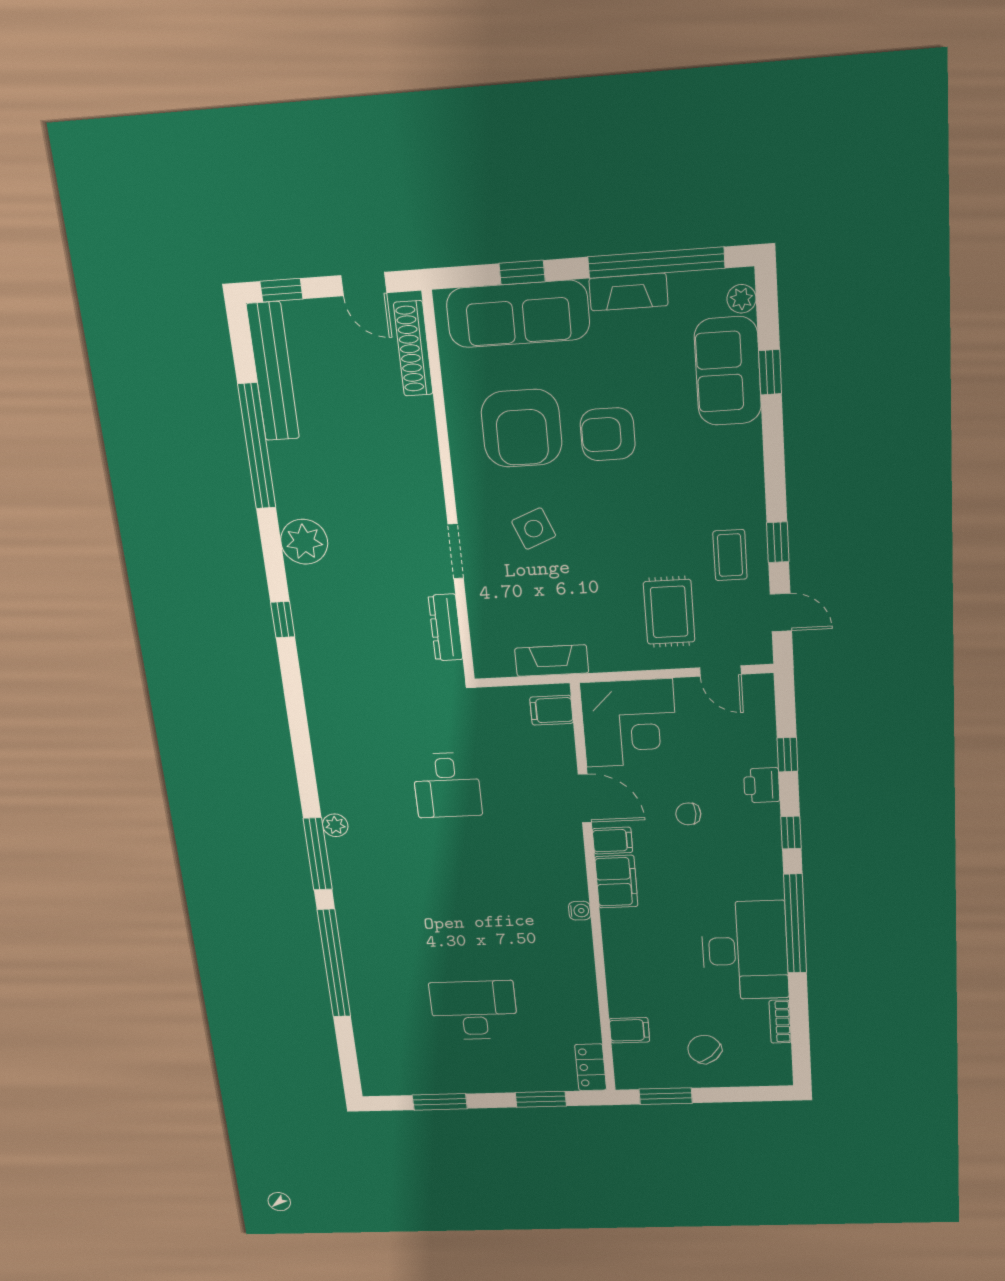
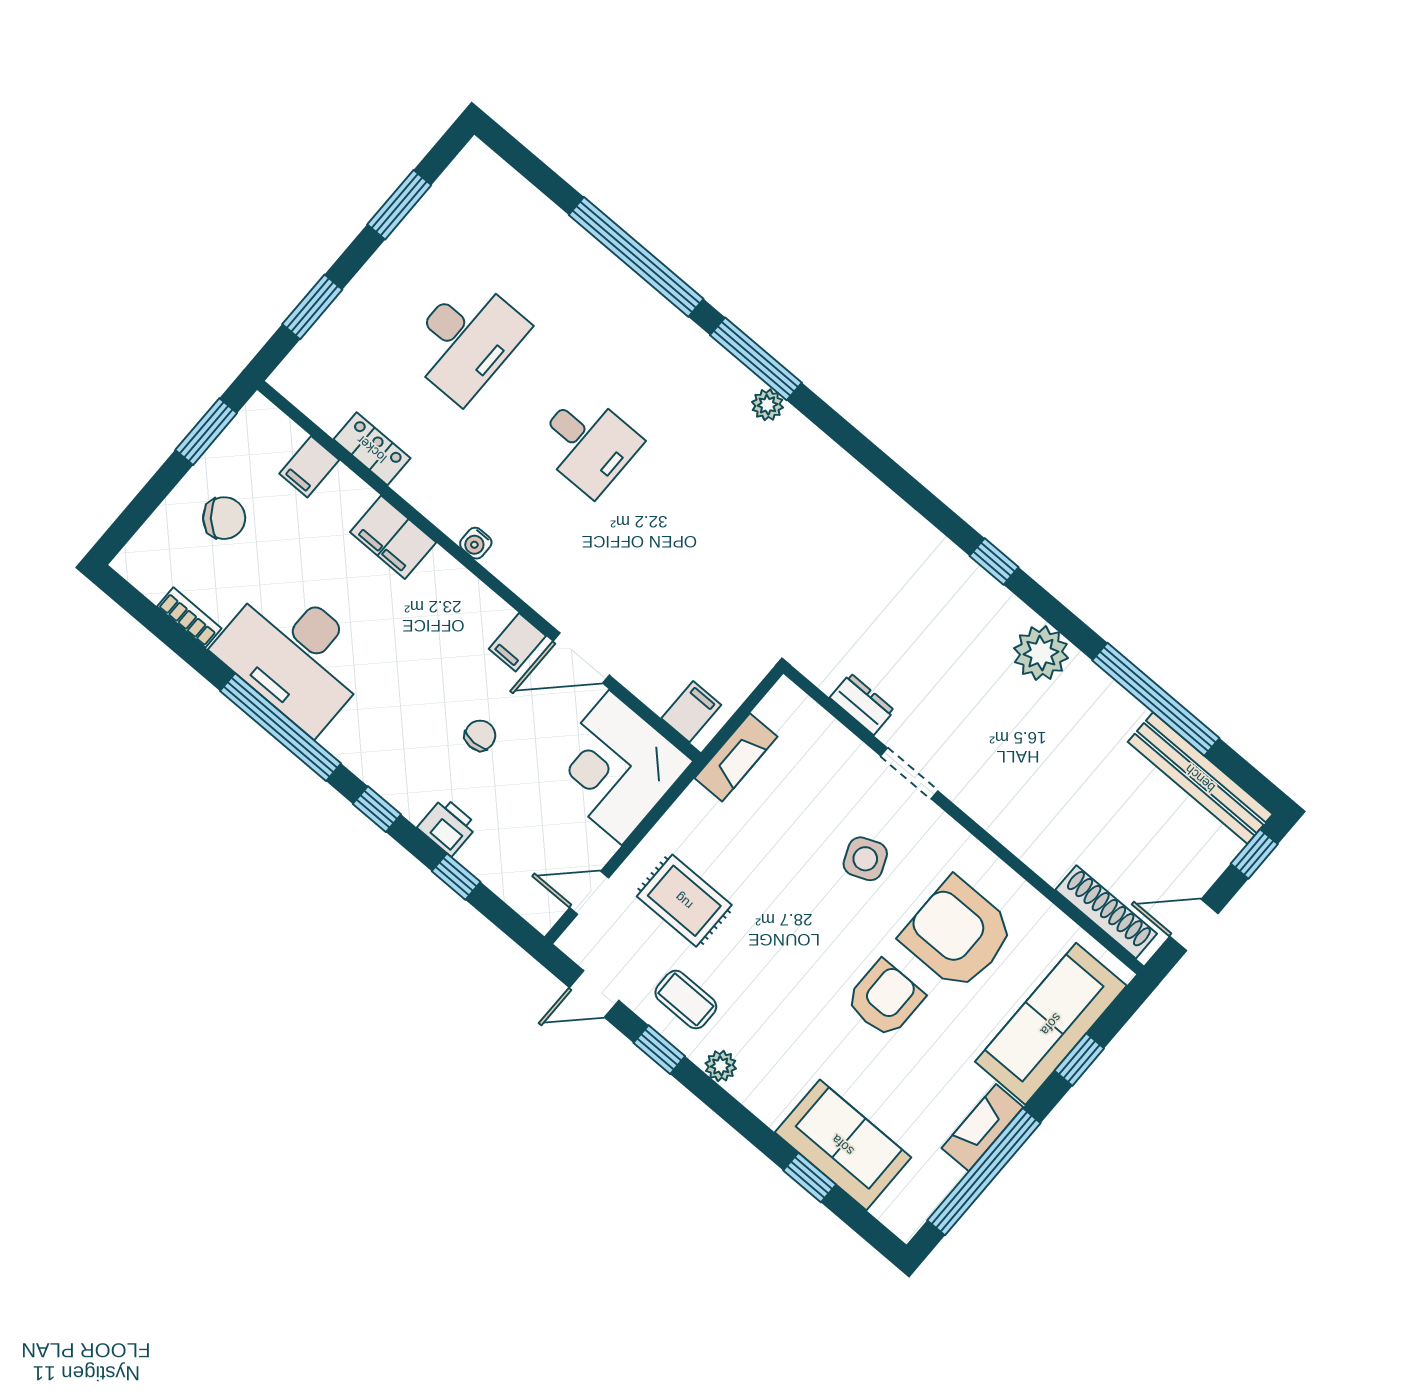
plant: (742, 299) -> (721, 1066), moved
dresser: (446, 628) -> (862, 704), width x0.70
desk: (447, 785) -> (588, 443), moved, turned 180
filing cabinet: (616, 882) -> (393, 537), moved
locker: (591, 1067) -> (372, 449), moved

